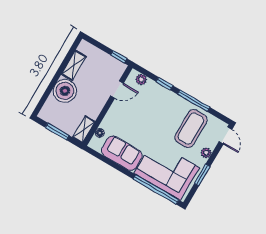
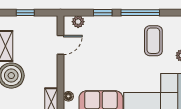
window: (119, 57) -> (25, 13), moved
coffee table: (191, 129) -> (153, 41), width x0.73, depth x0.76

